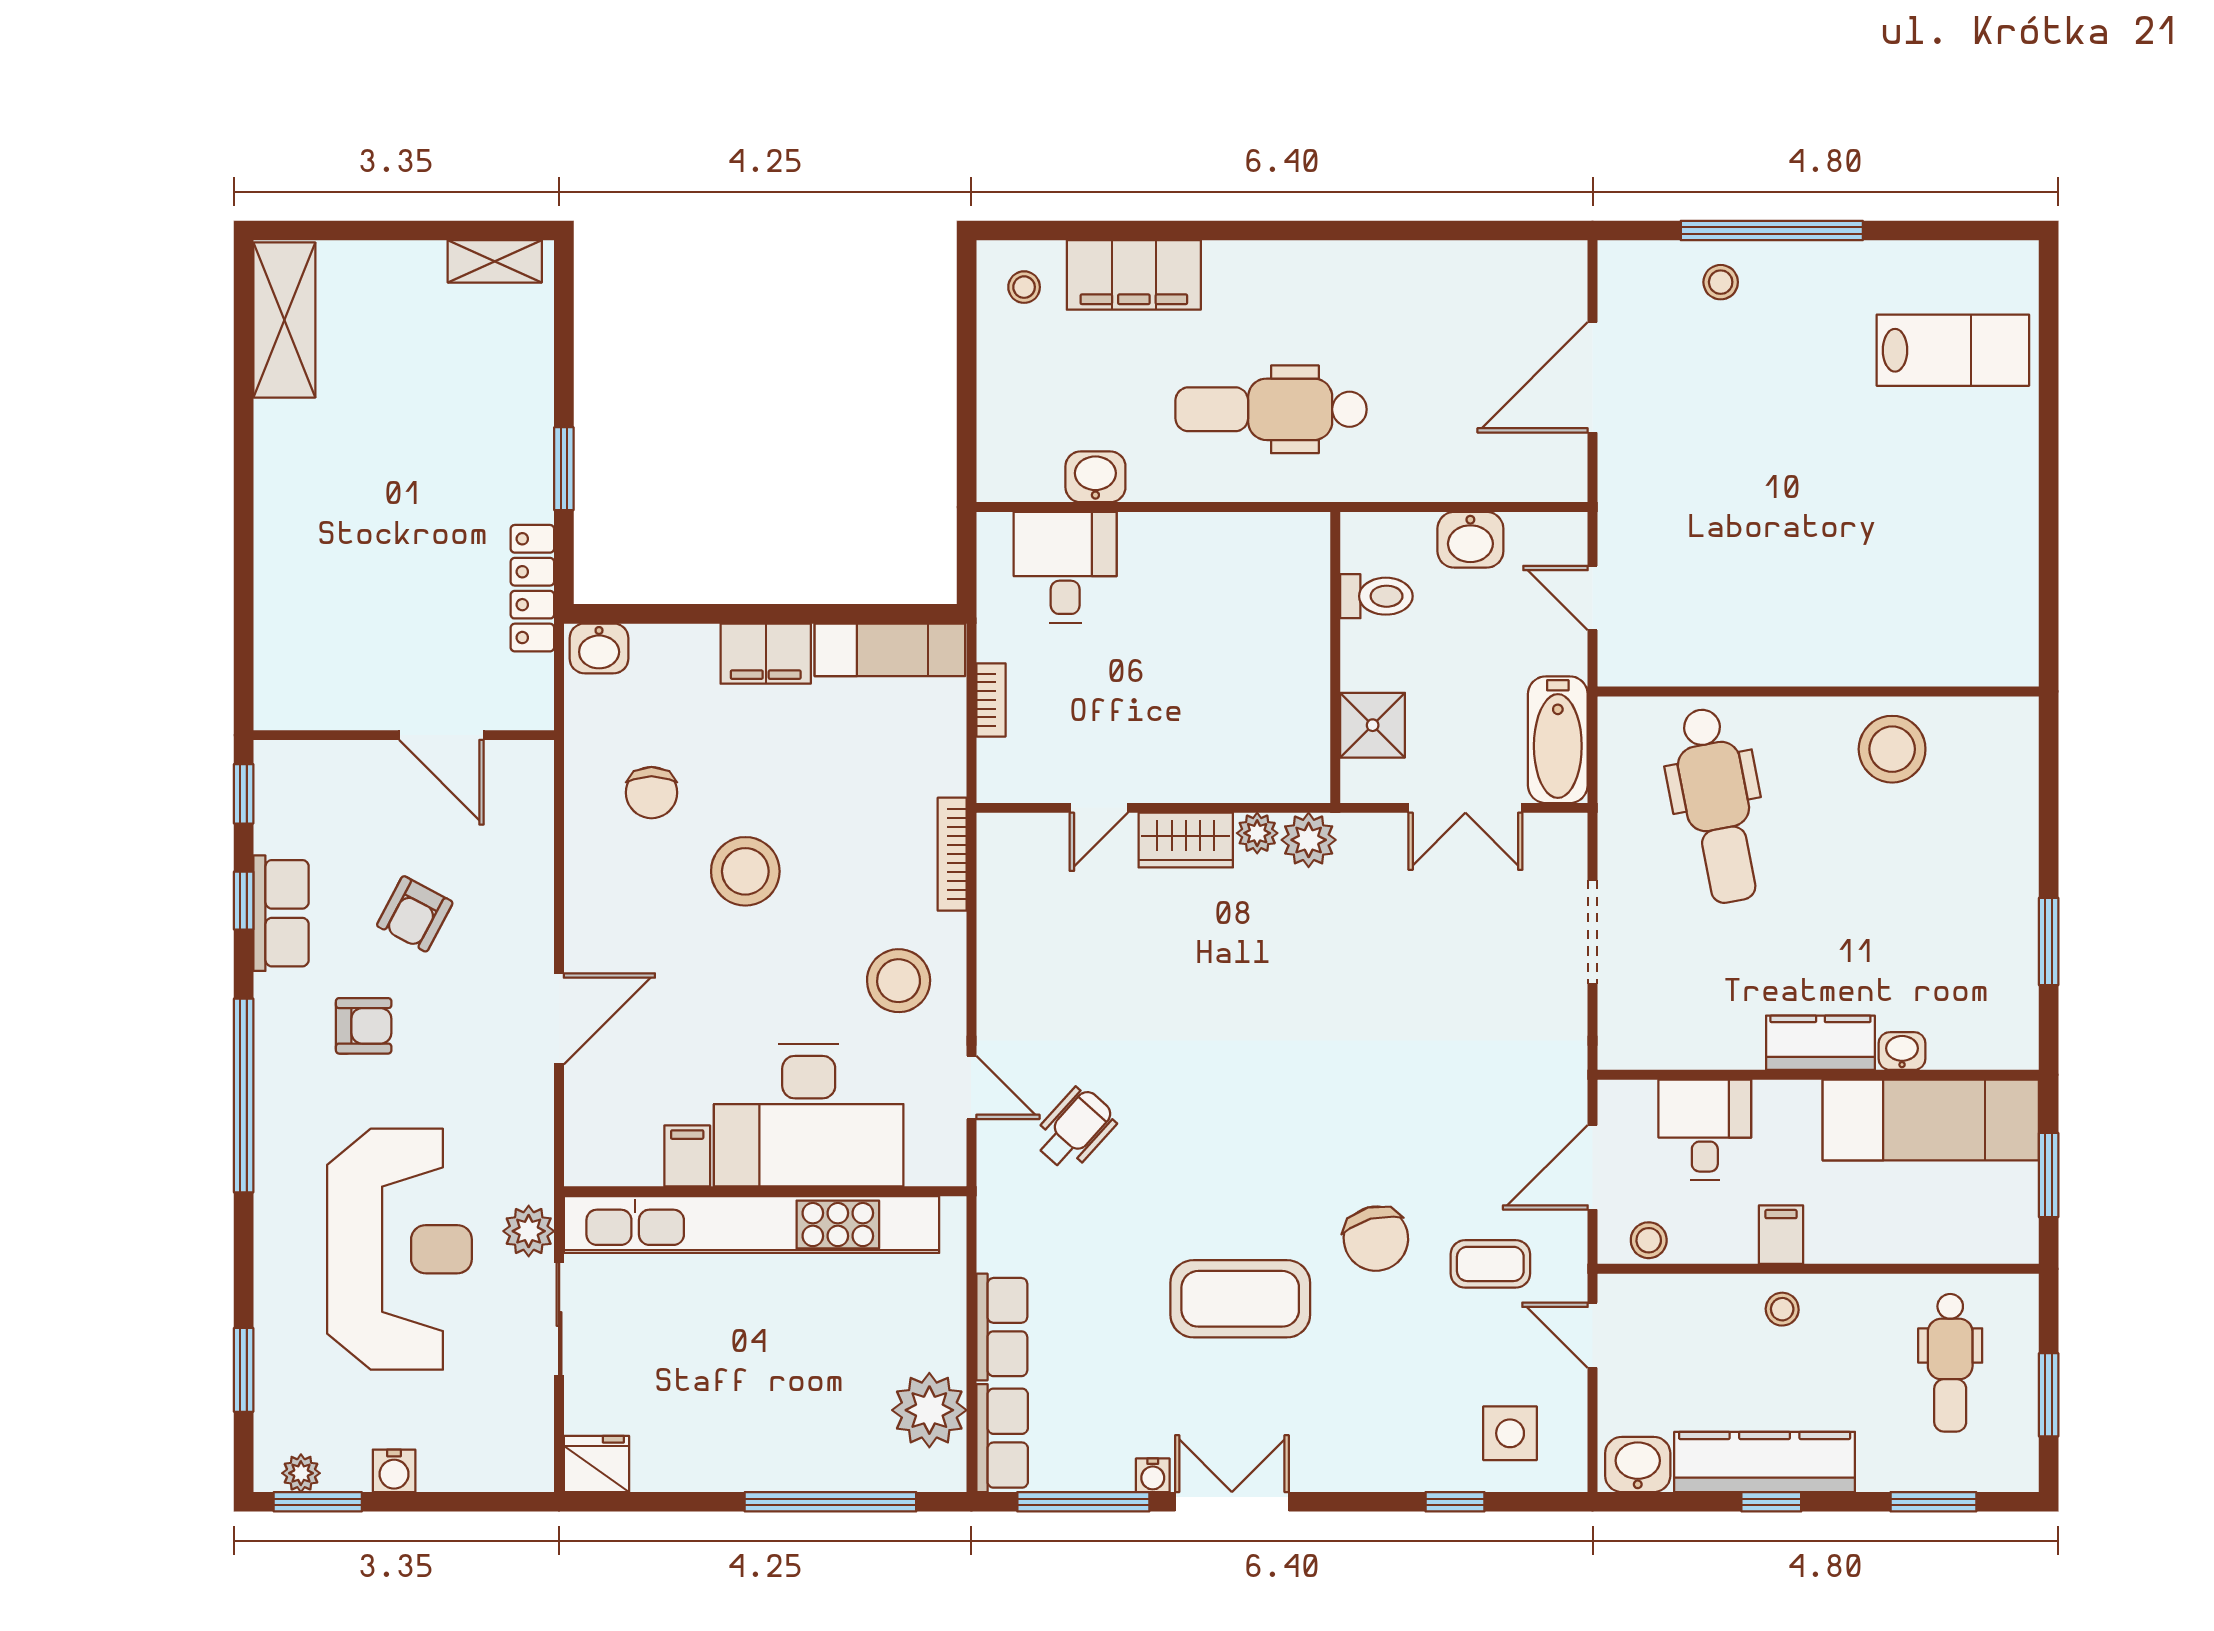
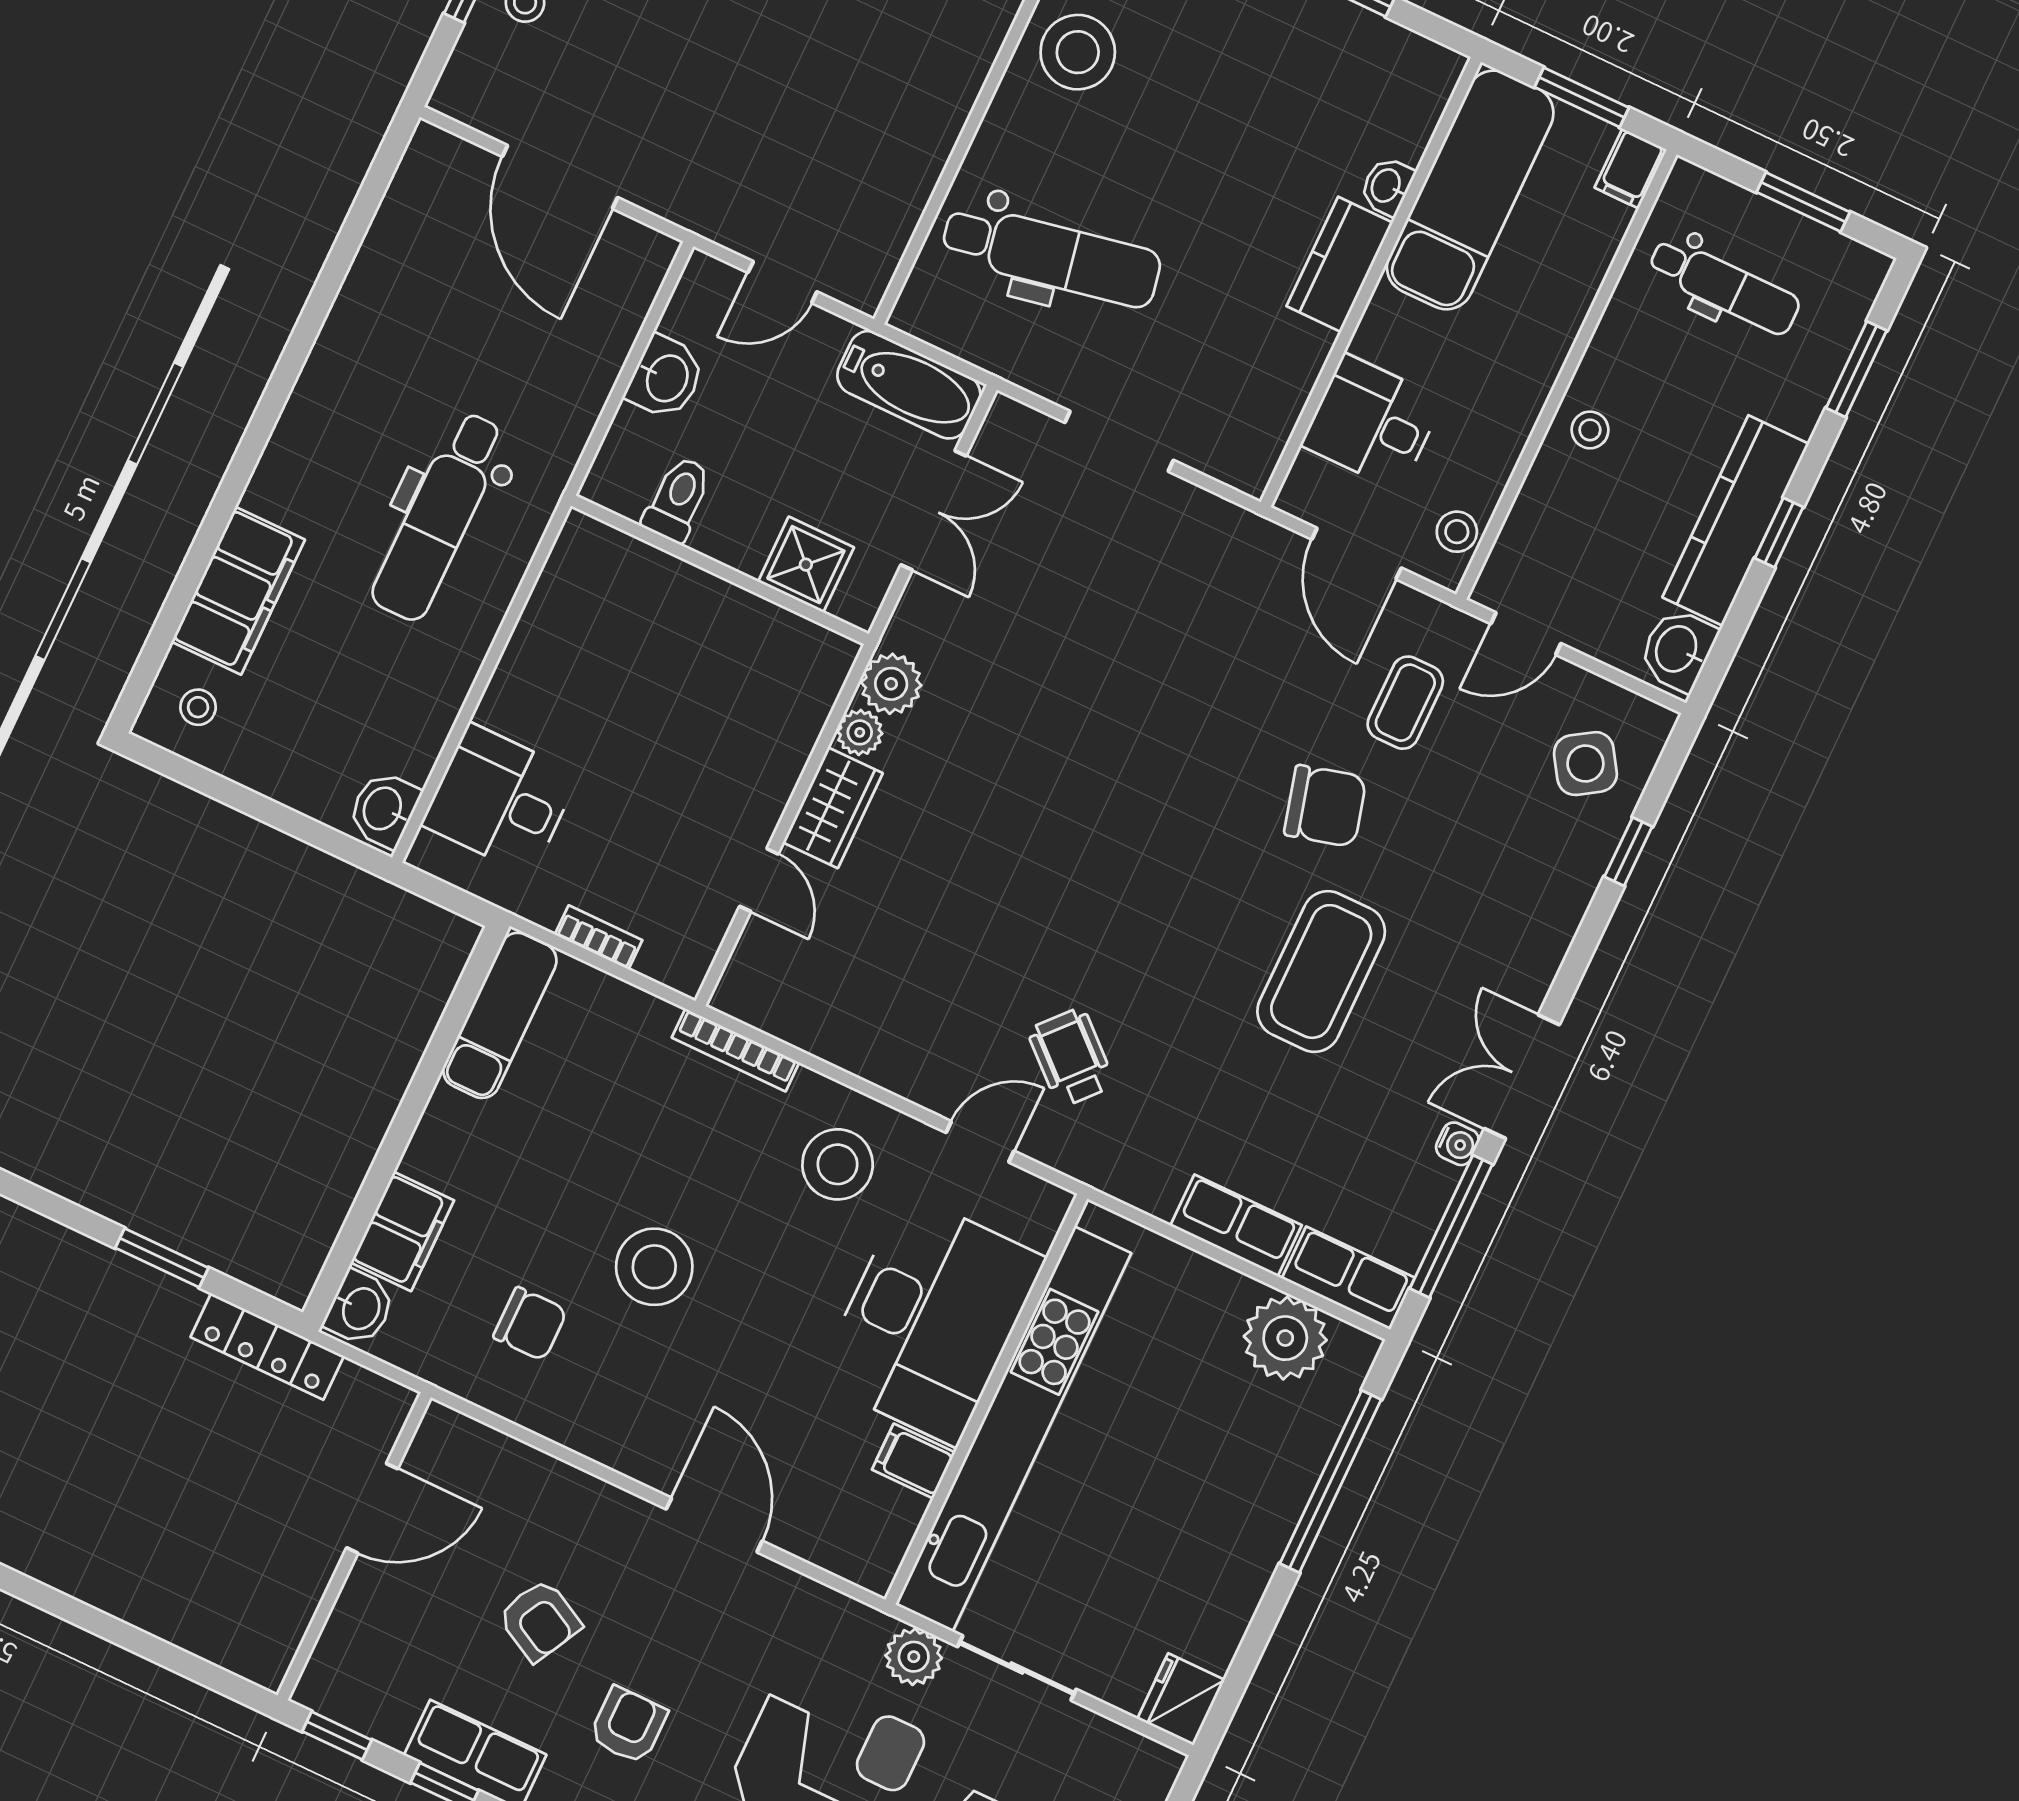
washbasin: (1095, 477) -> (384, 809), moved
filing cabinet: (766, 654) -> (402, 1231), moved
filing cabinet: (1781, 1235) -> (1631, 169), moved, turned -90
side table: (1510, 1433) -> (1585, 764), turned -33

